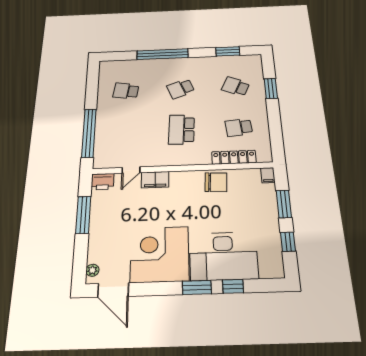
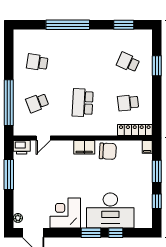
school desk: (181, 89) -> (37, 103), moved
locker: (234, 157) -> (135, 130), moved
filing cabinet: (155, 180) -> (84, 147), moved
corner desk: (160, 254) -> (65, 213), width x0.74, depth x0.74

